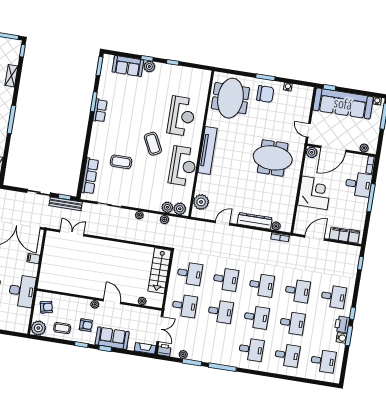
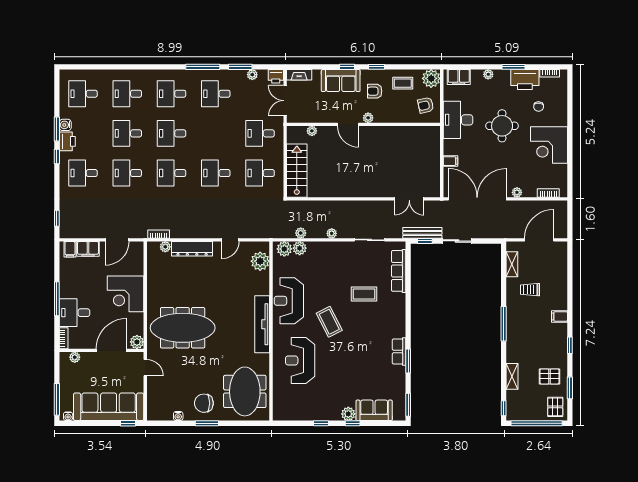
meeting table: (273, 158) -> (183, 328), width x1.36
desk: (220, 311) -> (216, 94), moved
filing cabinet: (16, 326) -> (459, 77), added

